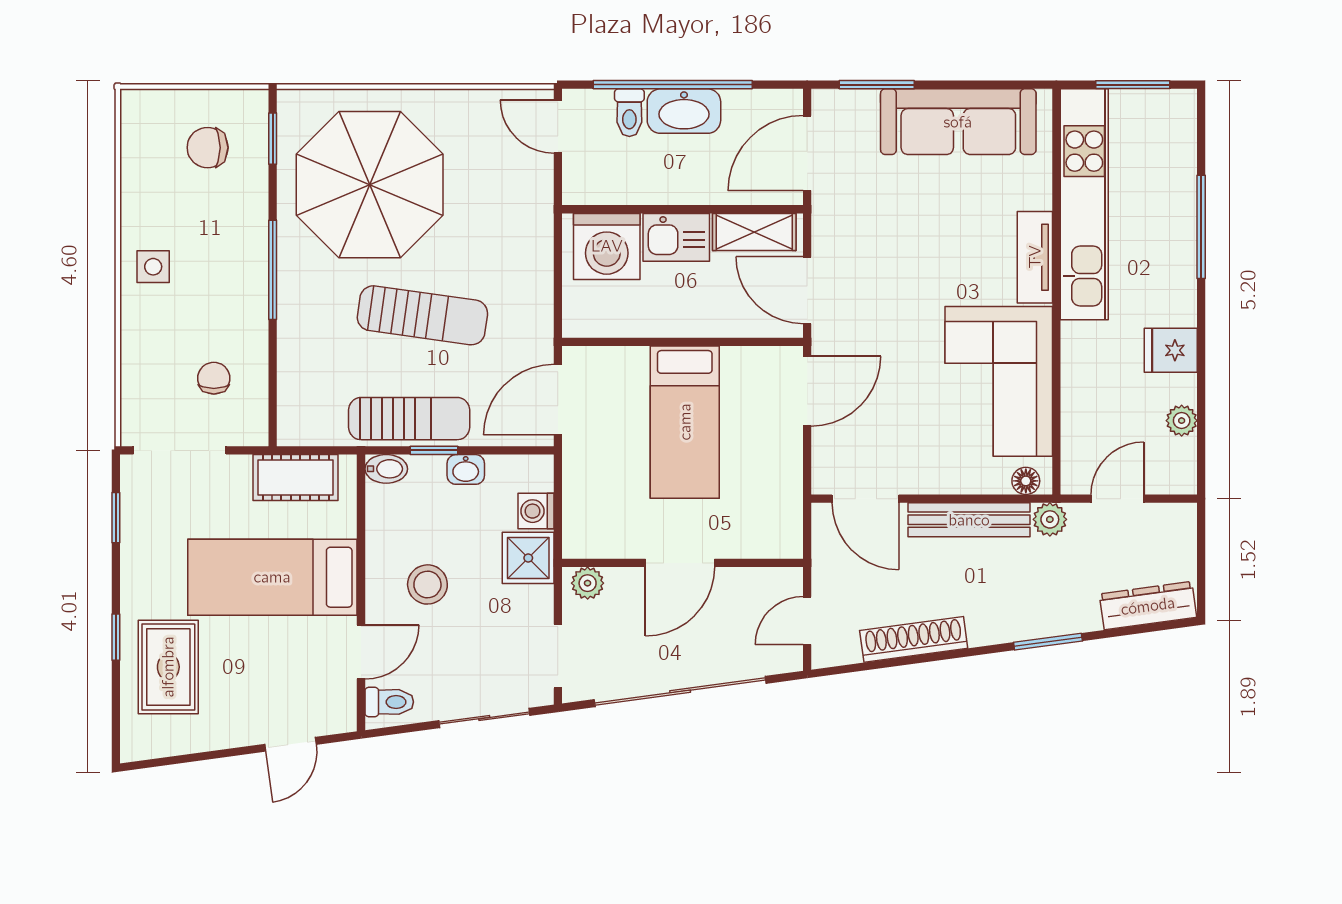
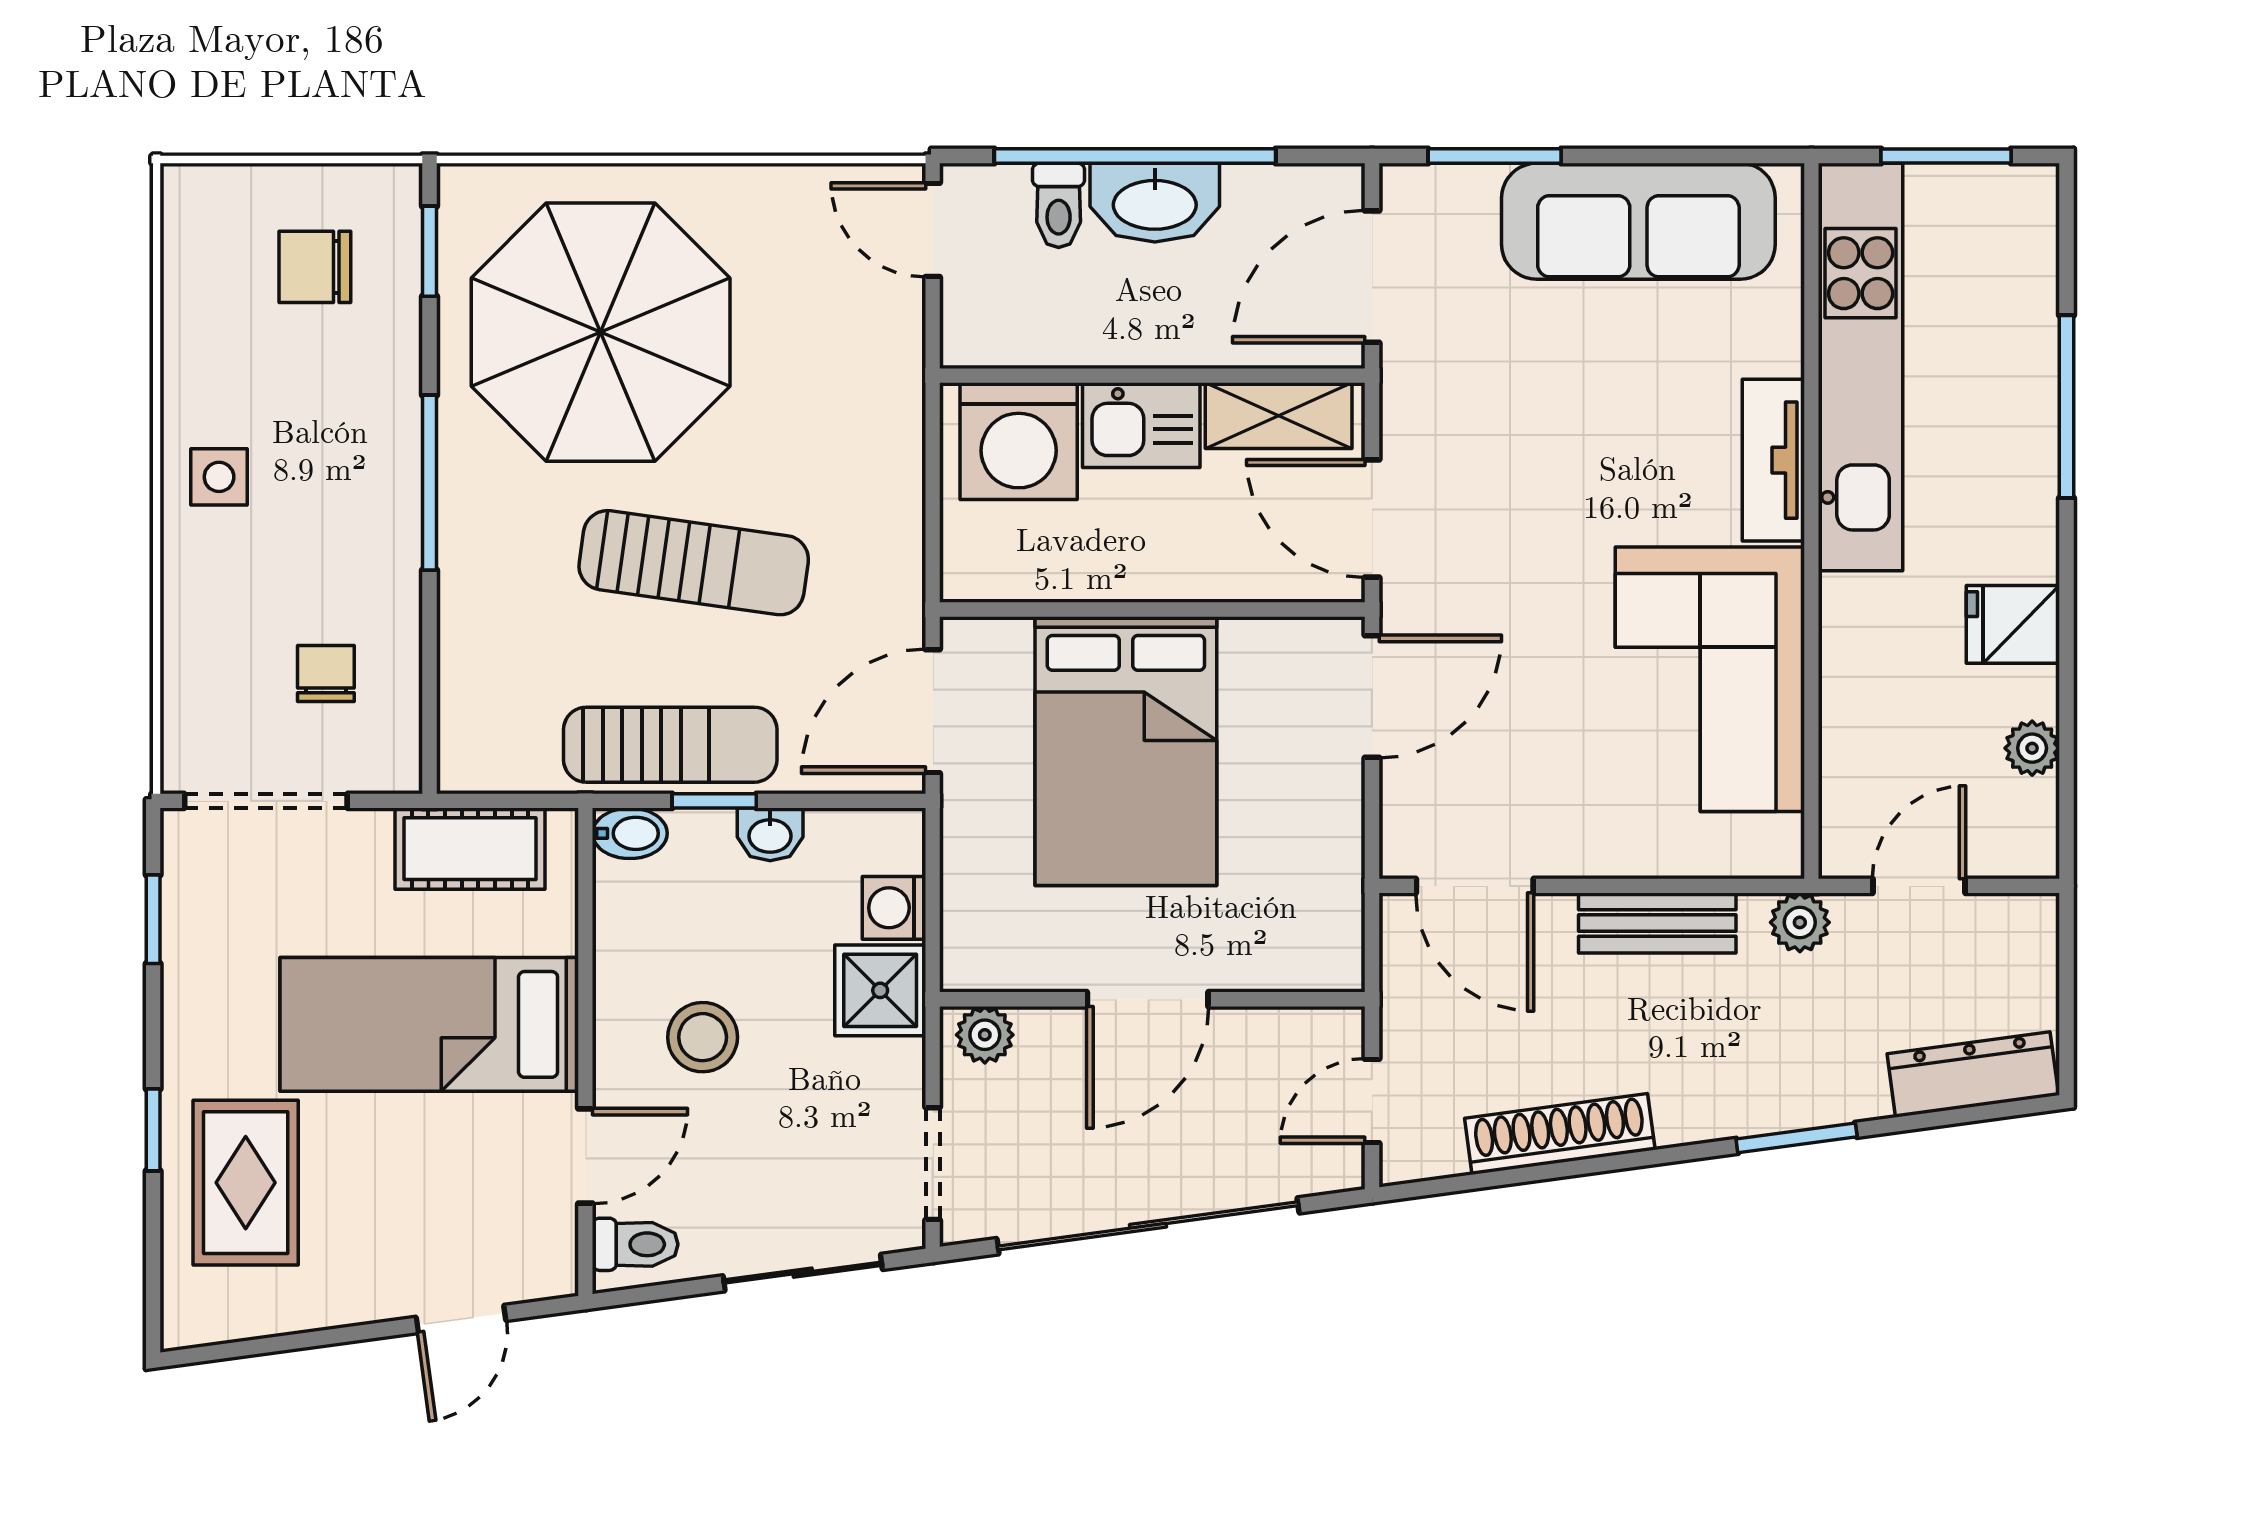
bed: (685, 422) -> (1126, 751), width x1.50
floor lamp: (1026, 481) -> (1757, 855), removed
bench: (969, 520) -> (1657, 923), width x0.73

